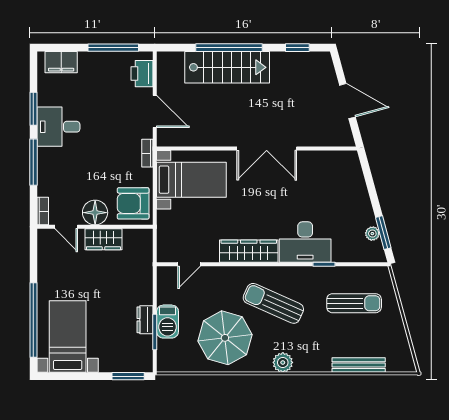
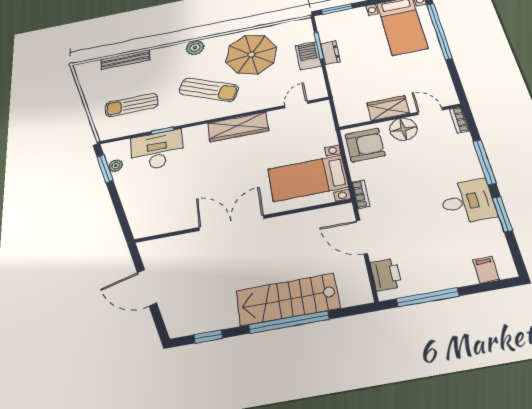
filing cabinet: (61, 62) -> (486, 270), width x0.50
desk: (305, 242) -> (157, 150), moved

